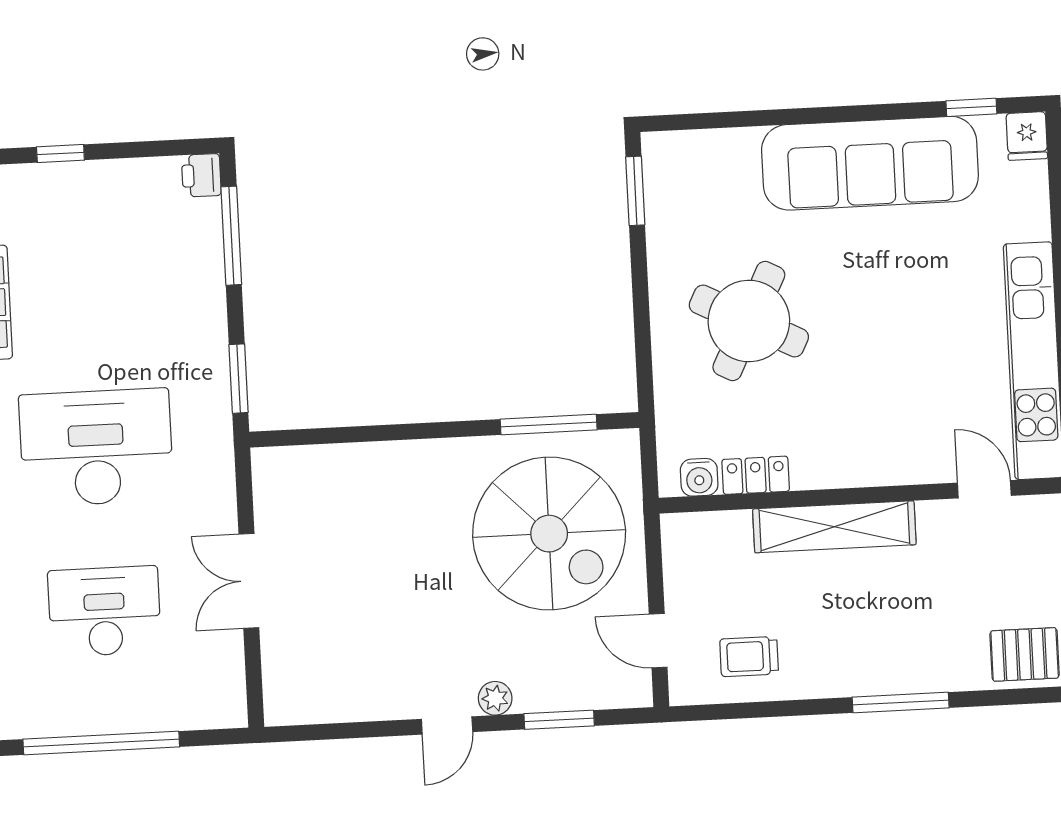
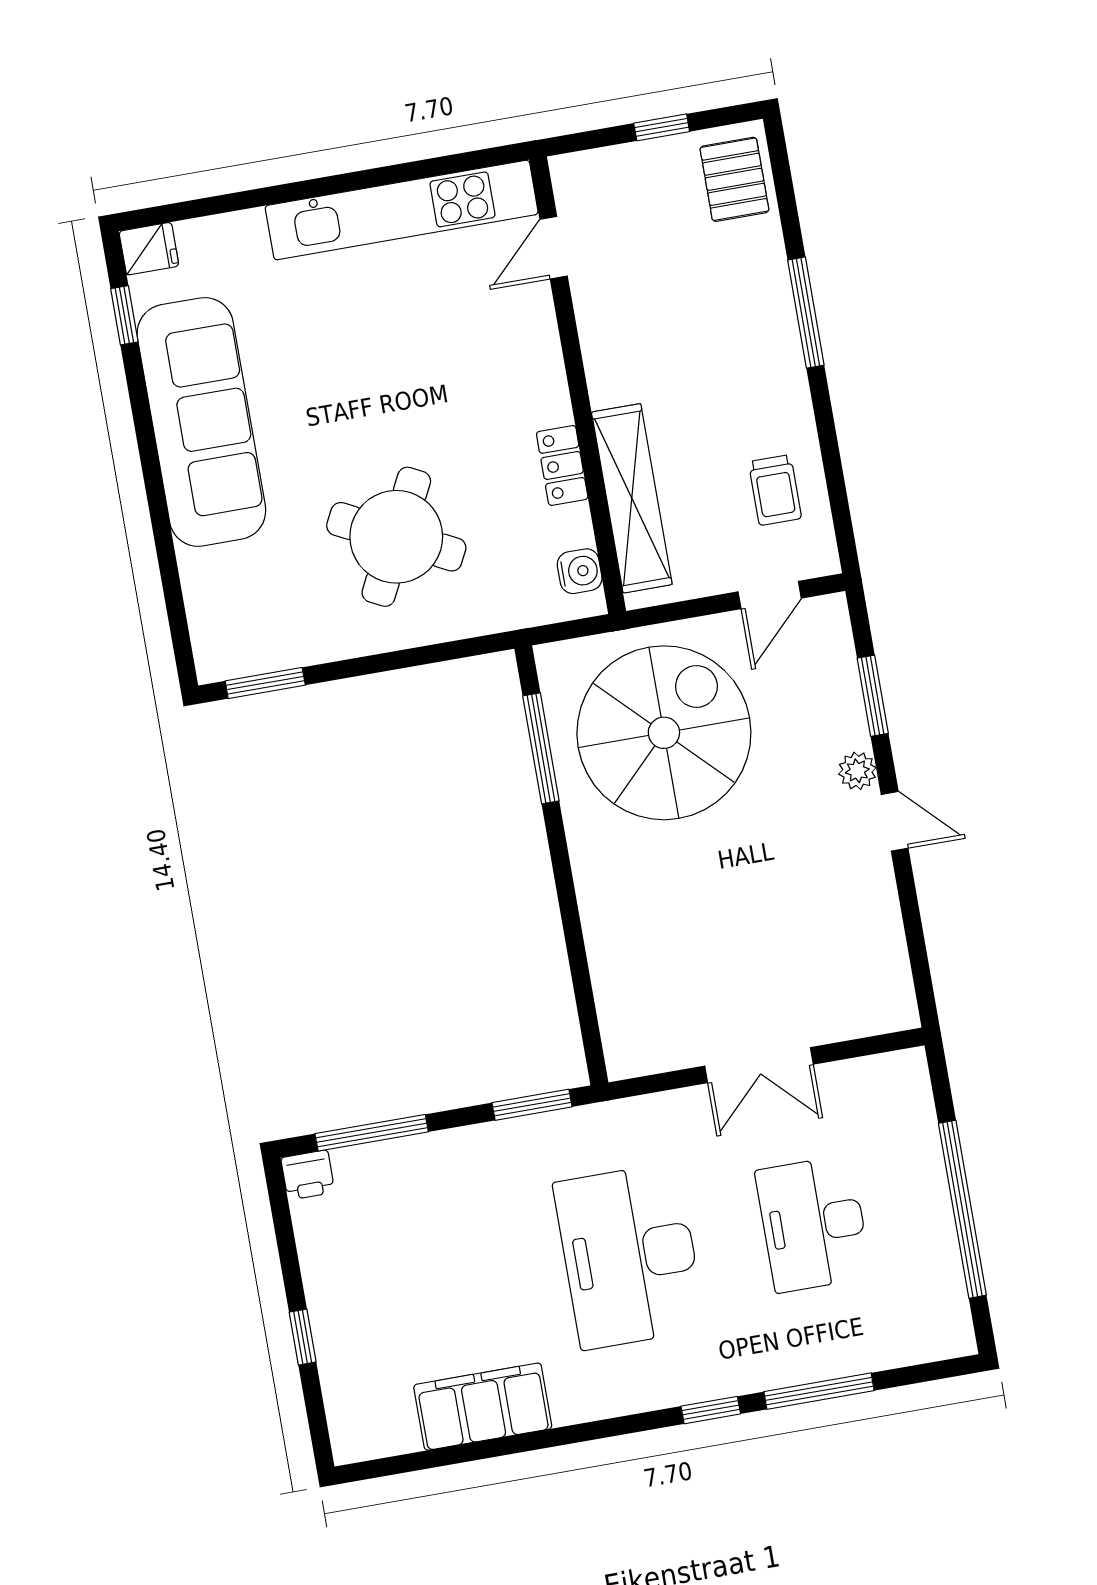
locker: (756, 475) -> (562, 465), moved
shelving: (834, 527) -> (632, 498), moved

